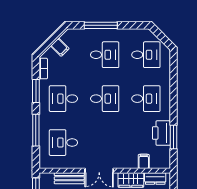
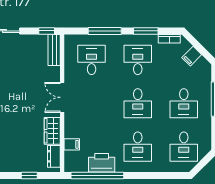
window: (173, 137) -> (97, 176), width x2.11
bench: (69, 178) -> (54, 50), moved

